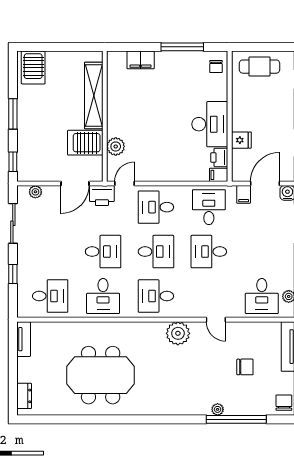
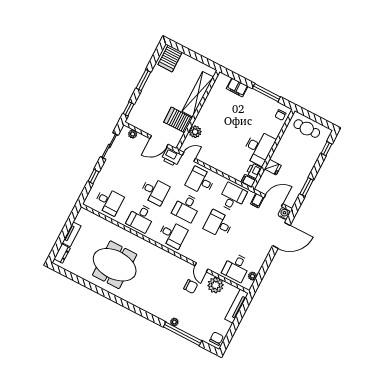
desk: (156, 252) -> (187, 208), turned 90
desk: (156, 296) -> (173, 234), turned 180
plant: (178, 333) -> (216, 285), moved
tv unit: (24, 339) -> (72, 234), moved
chair: (245, 367) -> (191, 287), moved

